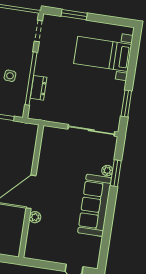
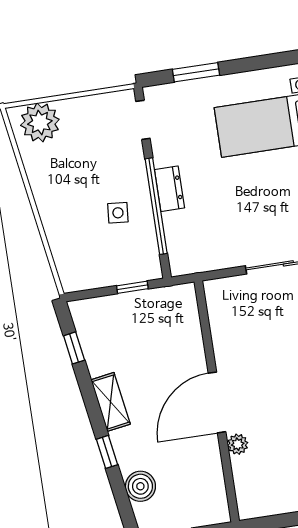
dresser: (39, 88) -> (169, 189), moved

